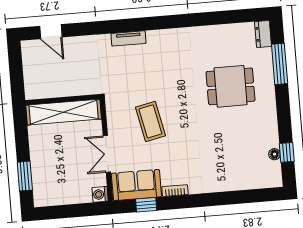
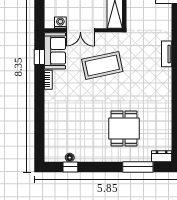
coffee table: (150, 121) -> (102, 65), width x1.36, depth x1.32
double door: (107, 154) -> (80, 30), swing flipped
washing machine: (100, 194) -> (60, 23), moved

